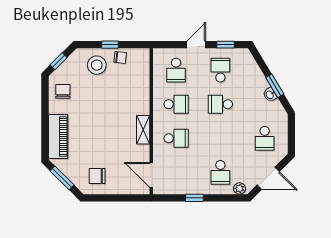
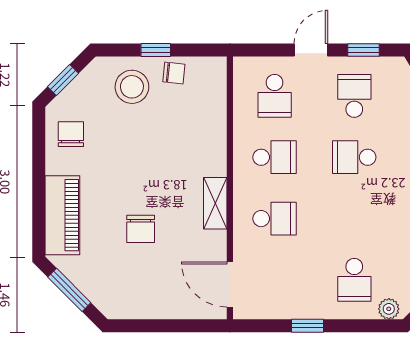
chair: (97, 176) -> (141, 229), moved, turned -90

